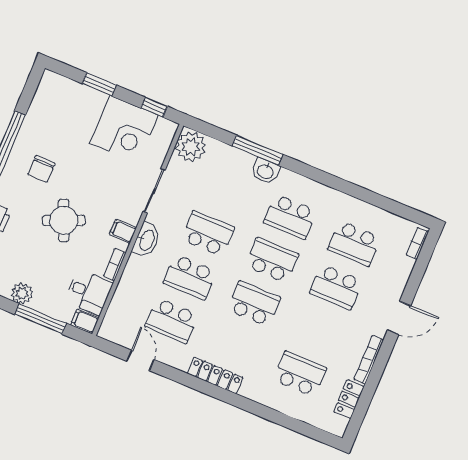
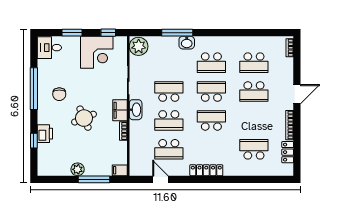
filing cabinet: (123, 231) -> (120, 110), width x2.00
desk: (89, 292) -> (49, 48), moved, turned 180

